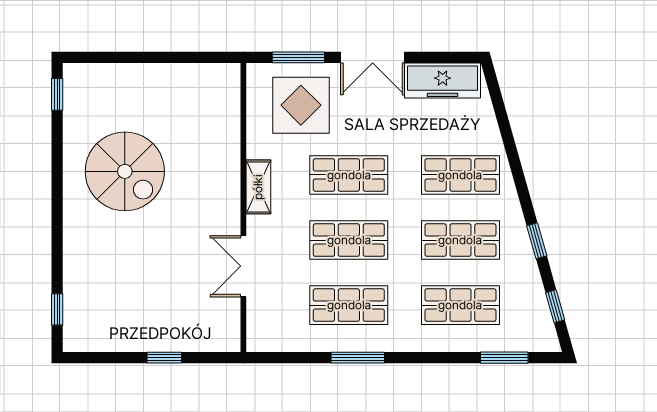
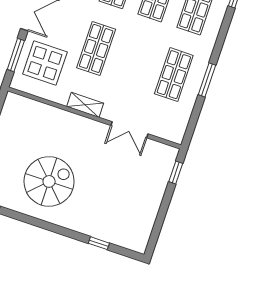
shop shelf: (349, 240) -> (135, 62), removed
window: (57, 309) -> (99, 243), moved
window: (164, 358) -> (176, 173), moved

